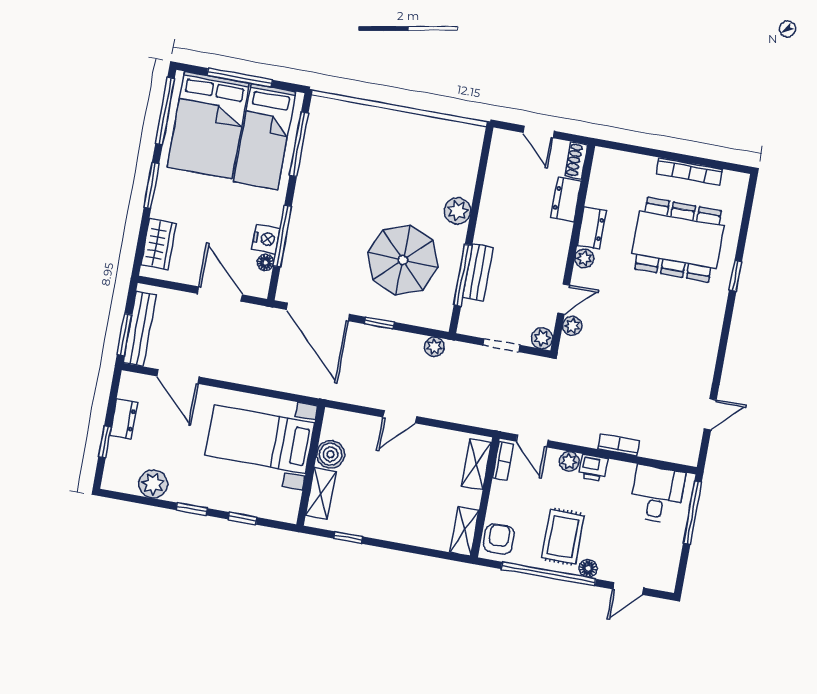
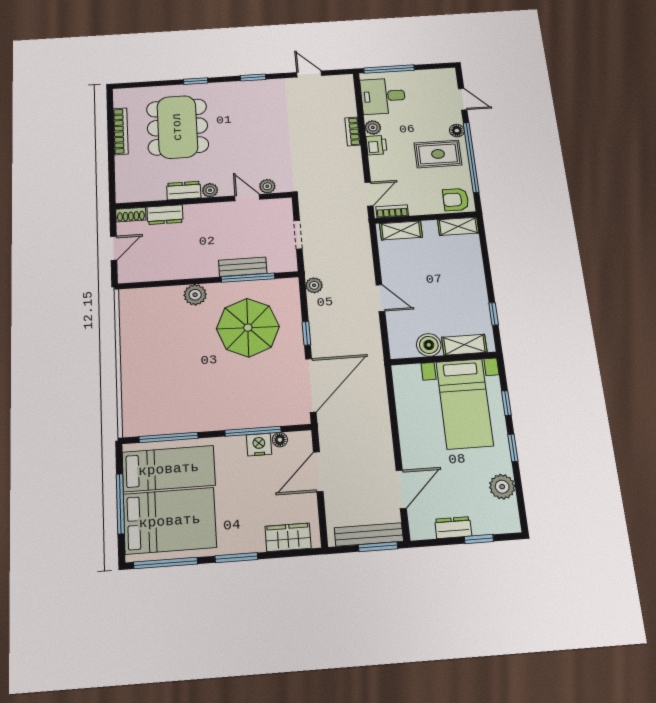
plant: (542, 338) -> (284, 206), removed
window: (723, 346) -> (253, 77), added
bed with nightstands: (260, 439) -> (465, 404), moved
plant: (569, 461) -> (373, 127), moved

